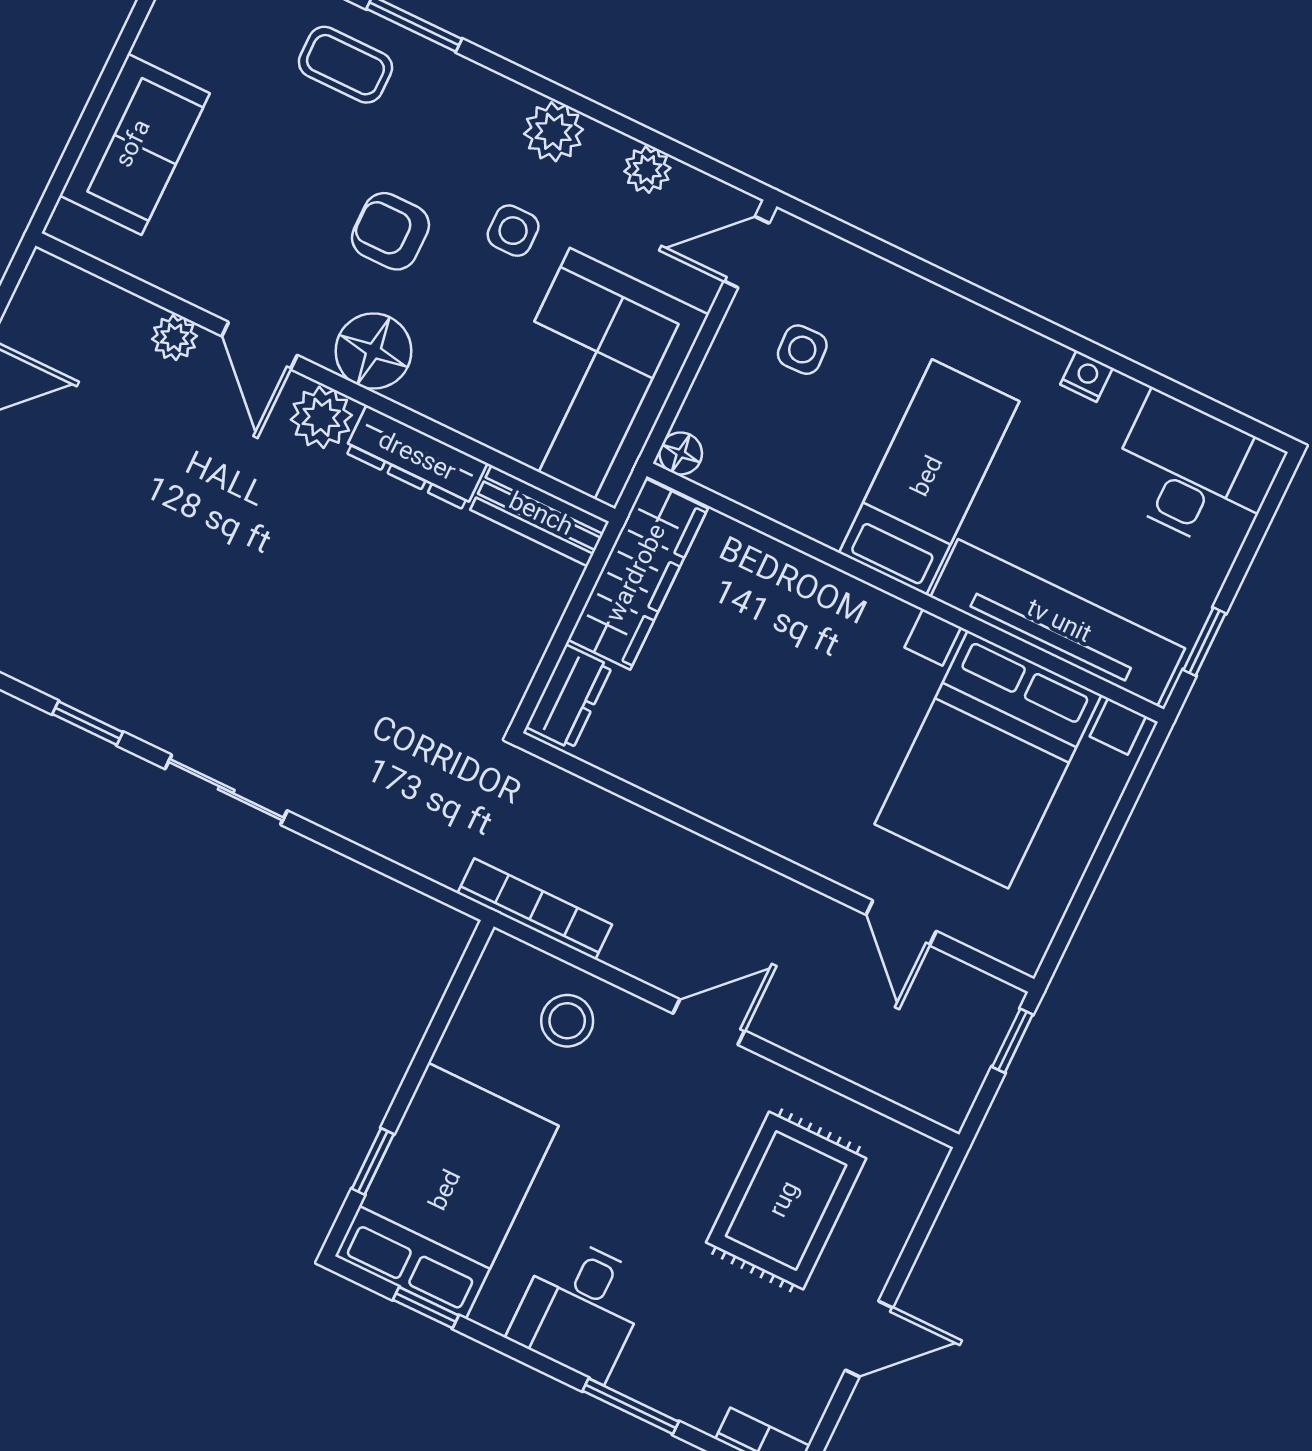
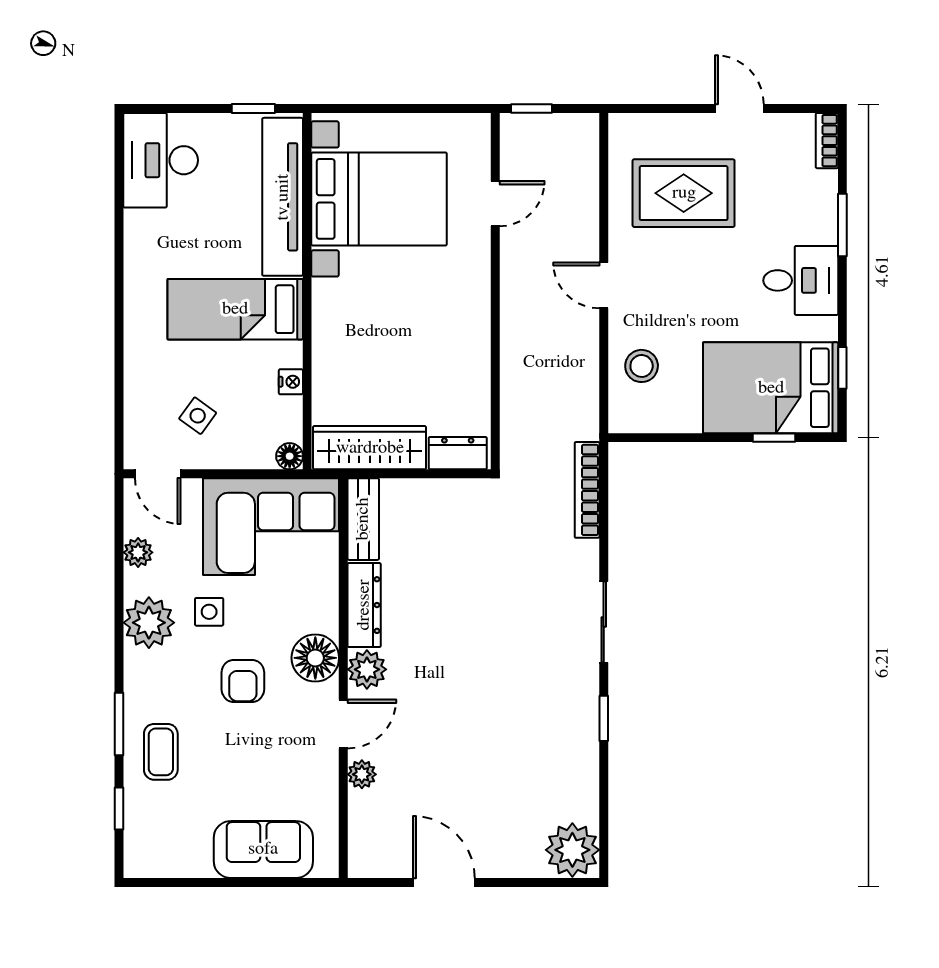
plant: (554, 132) -> (149, 623), width x1.36, depth x1.36
side table: (802, 350) -> (198, 416), turned 38
nightstand: (1087, 376) -> (291, 382), moved, turned 180
bookcase: (535, 909) -> (587, 490), moved

